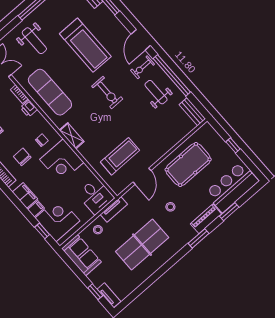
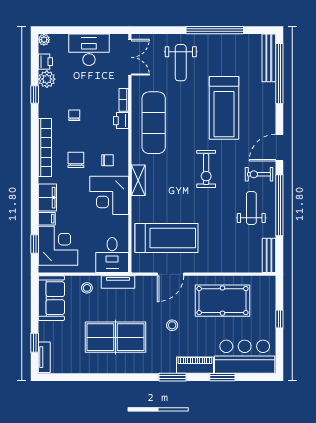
treadmill: (120, 156) -> (166, 238), width x1.37, depth x1.38

